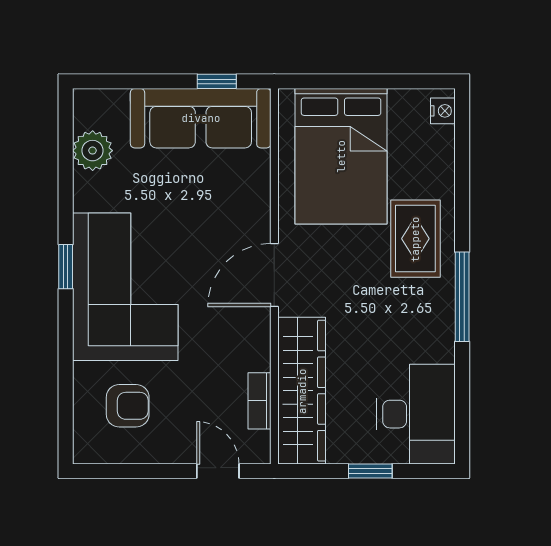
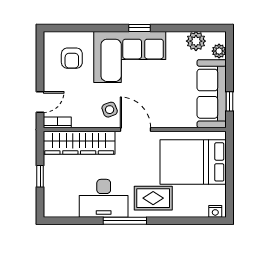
plant: (113, 103) -> (219, 51), added
side table: (233, 328) -> (110, 110), added
bookcase: (259, 401) -> (57, 122), moved
desk: (416, 414) -> (104, 198), moved

